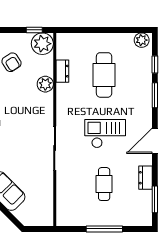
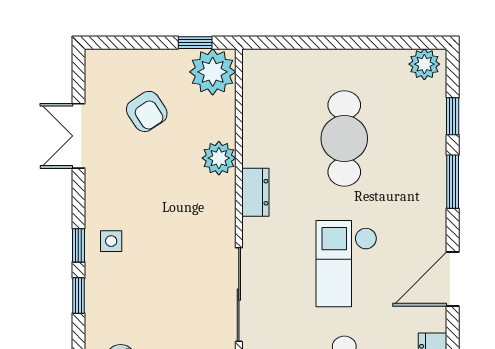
dresser: (62, 71) -> (255, 192), moved
checkout: (105, 134) -> (346, 264), turned -90

